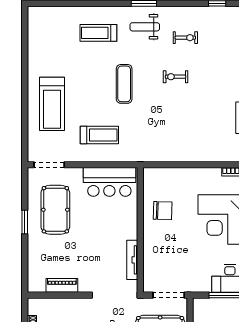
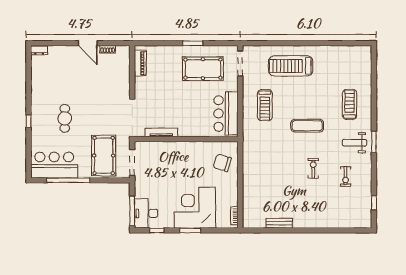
weight bench: (145, 27) -> (355, 143), turned -90
chair: (163, 211) -> (222, 163), moved, turned 105
piano: (62, 285) -> (140, 63), moved

